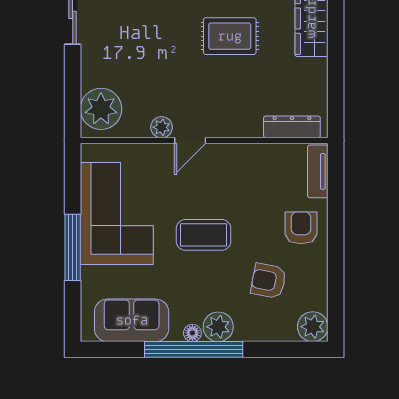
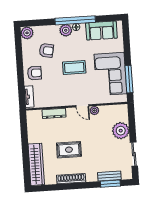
plant: (101, 109) -> (121, 131), moved
dresser: (292, 127) -> (54, 113), moved
door: (190, 141) -> (82, 106), swing flipped
armchair: (301, 228) -> (34, 73), turned -90
window: (73, 247) -> (129, 79), moved

